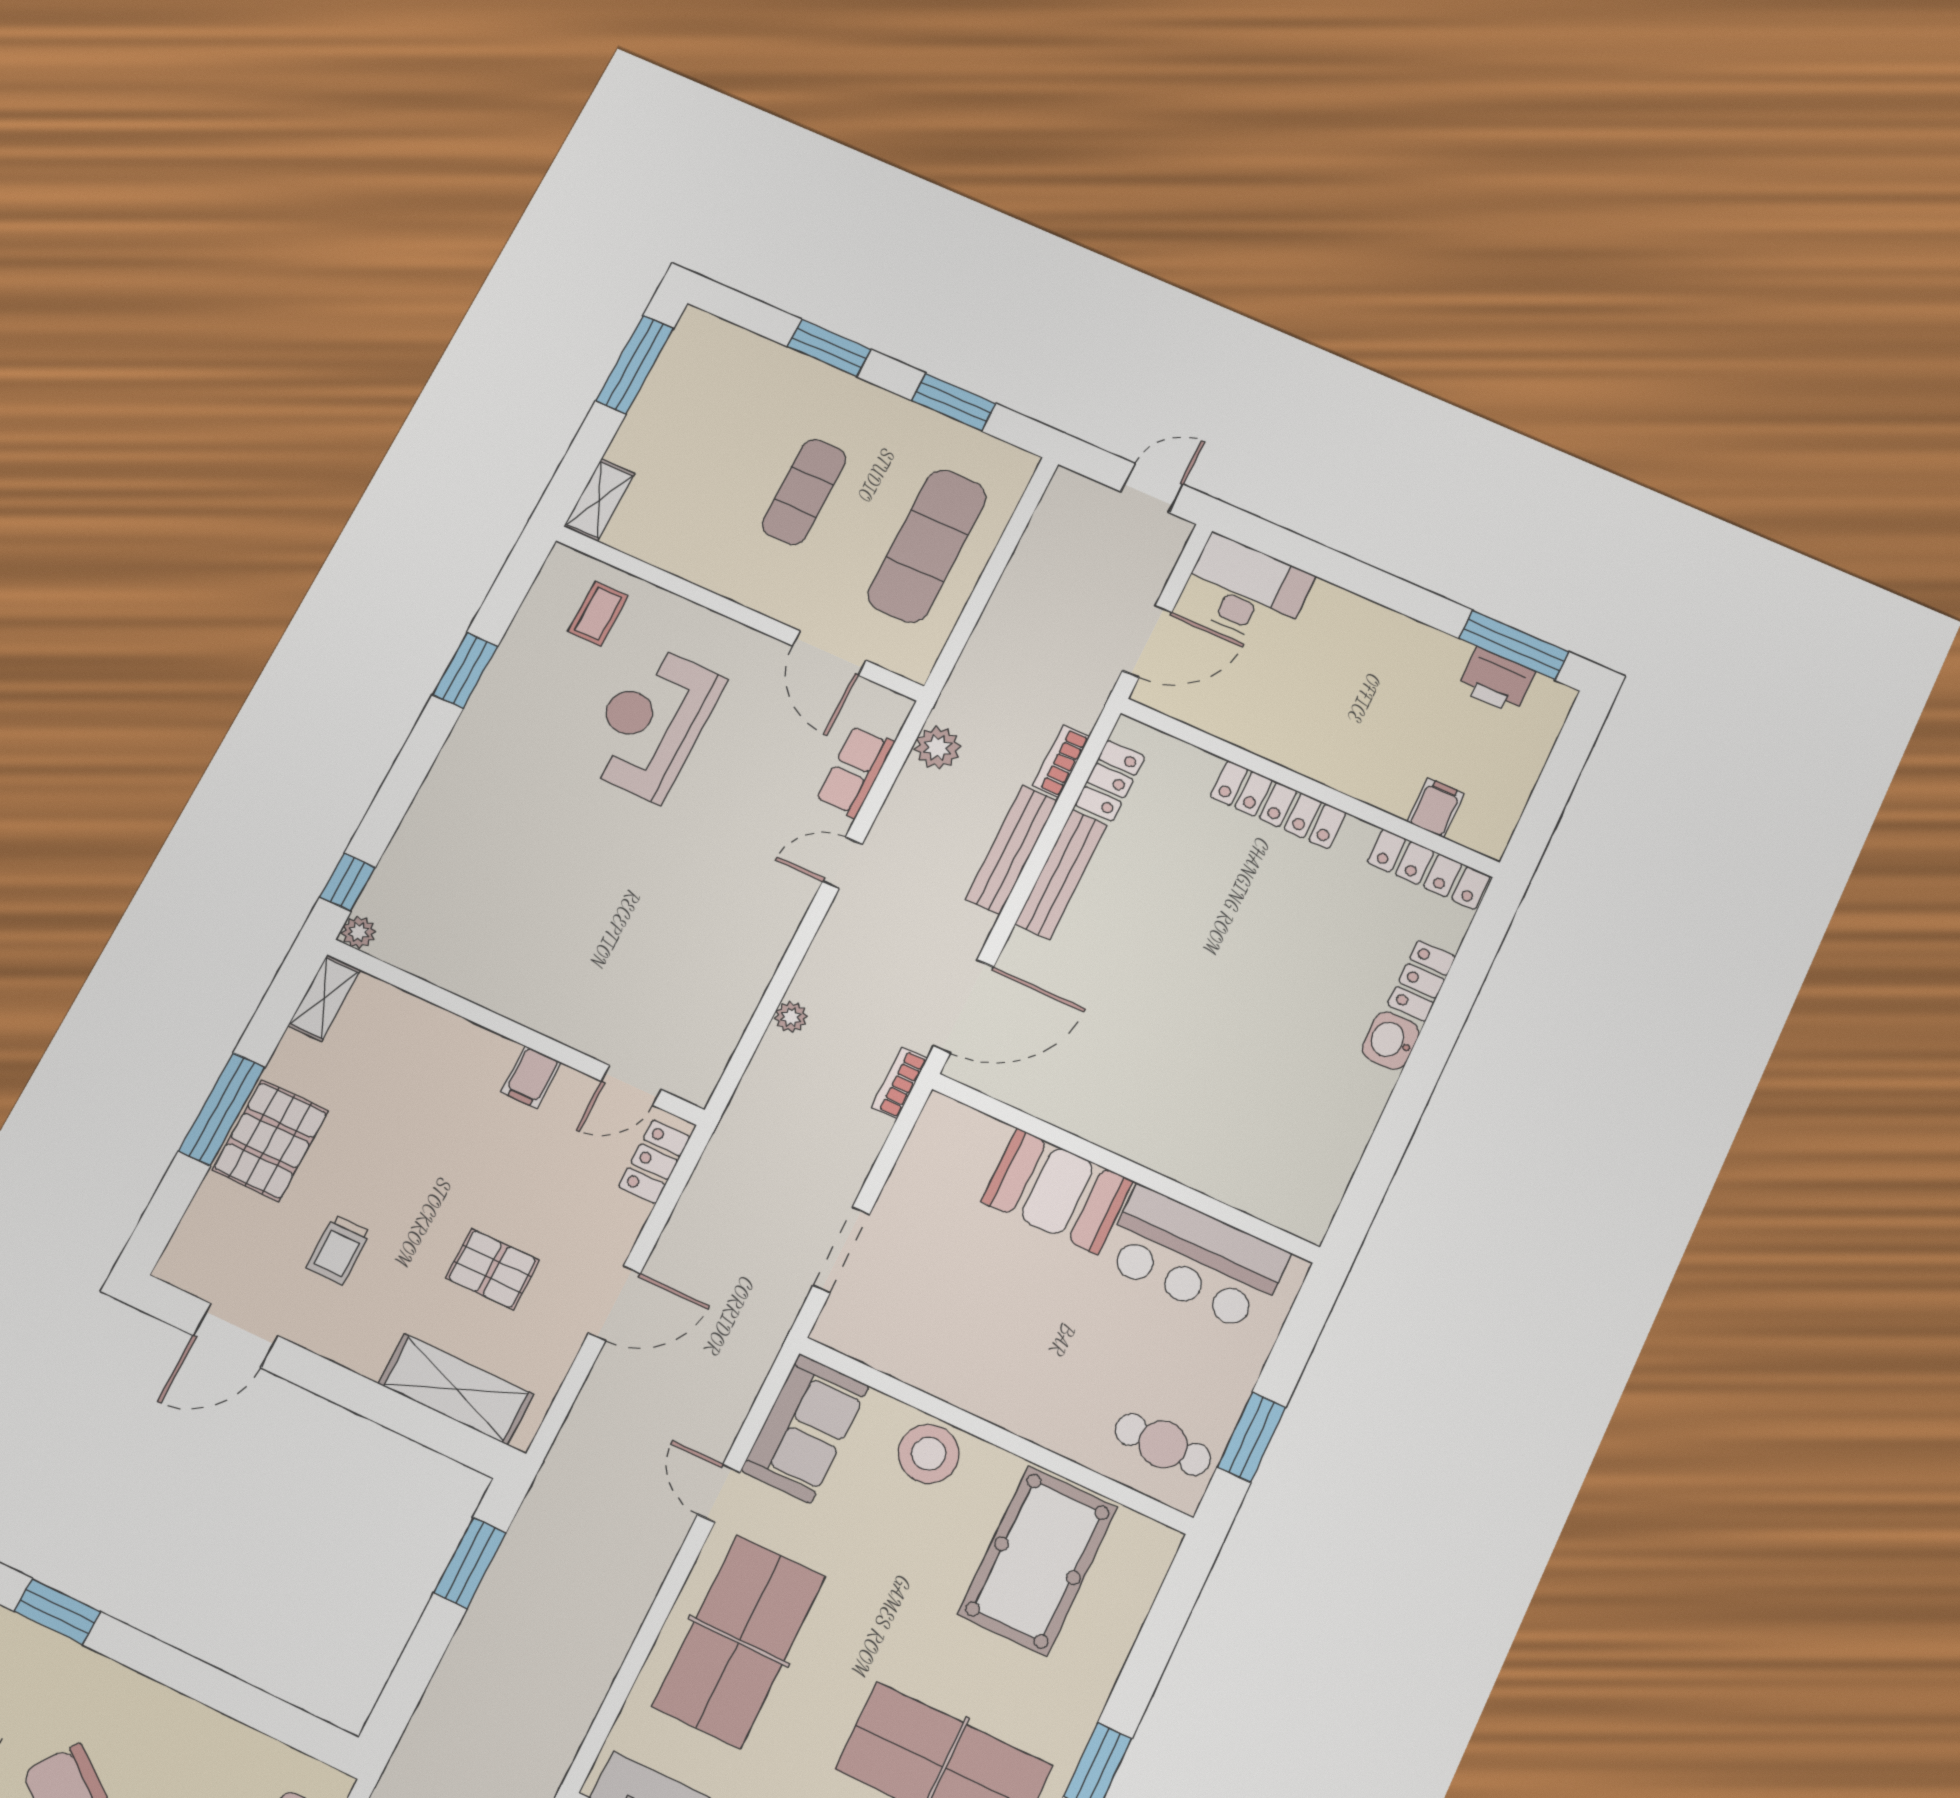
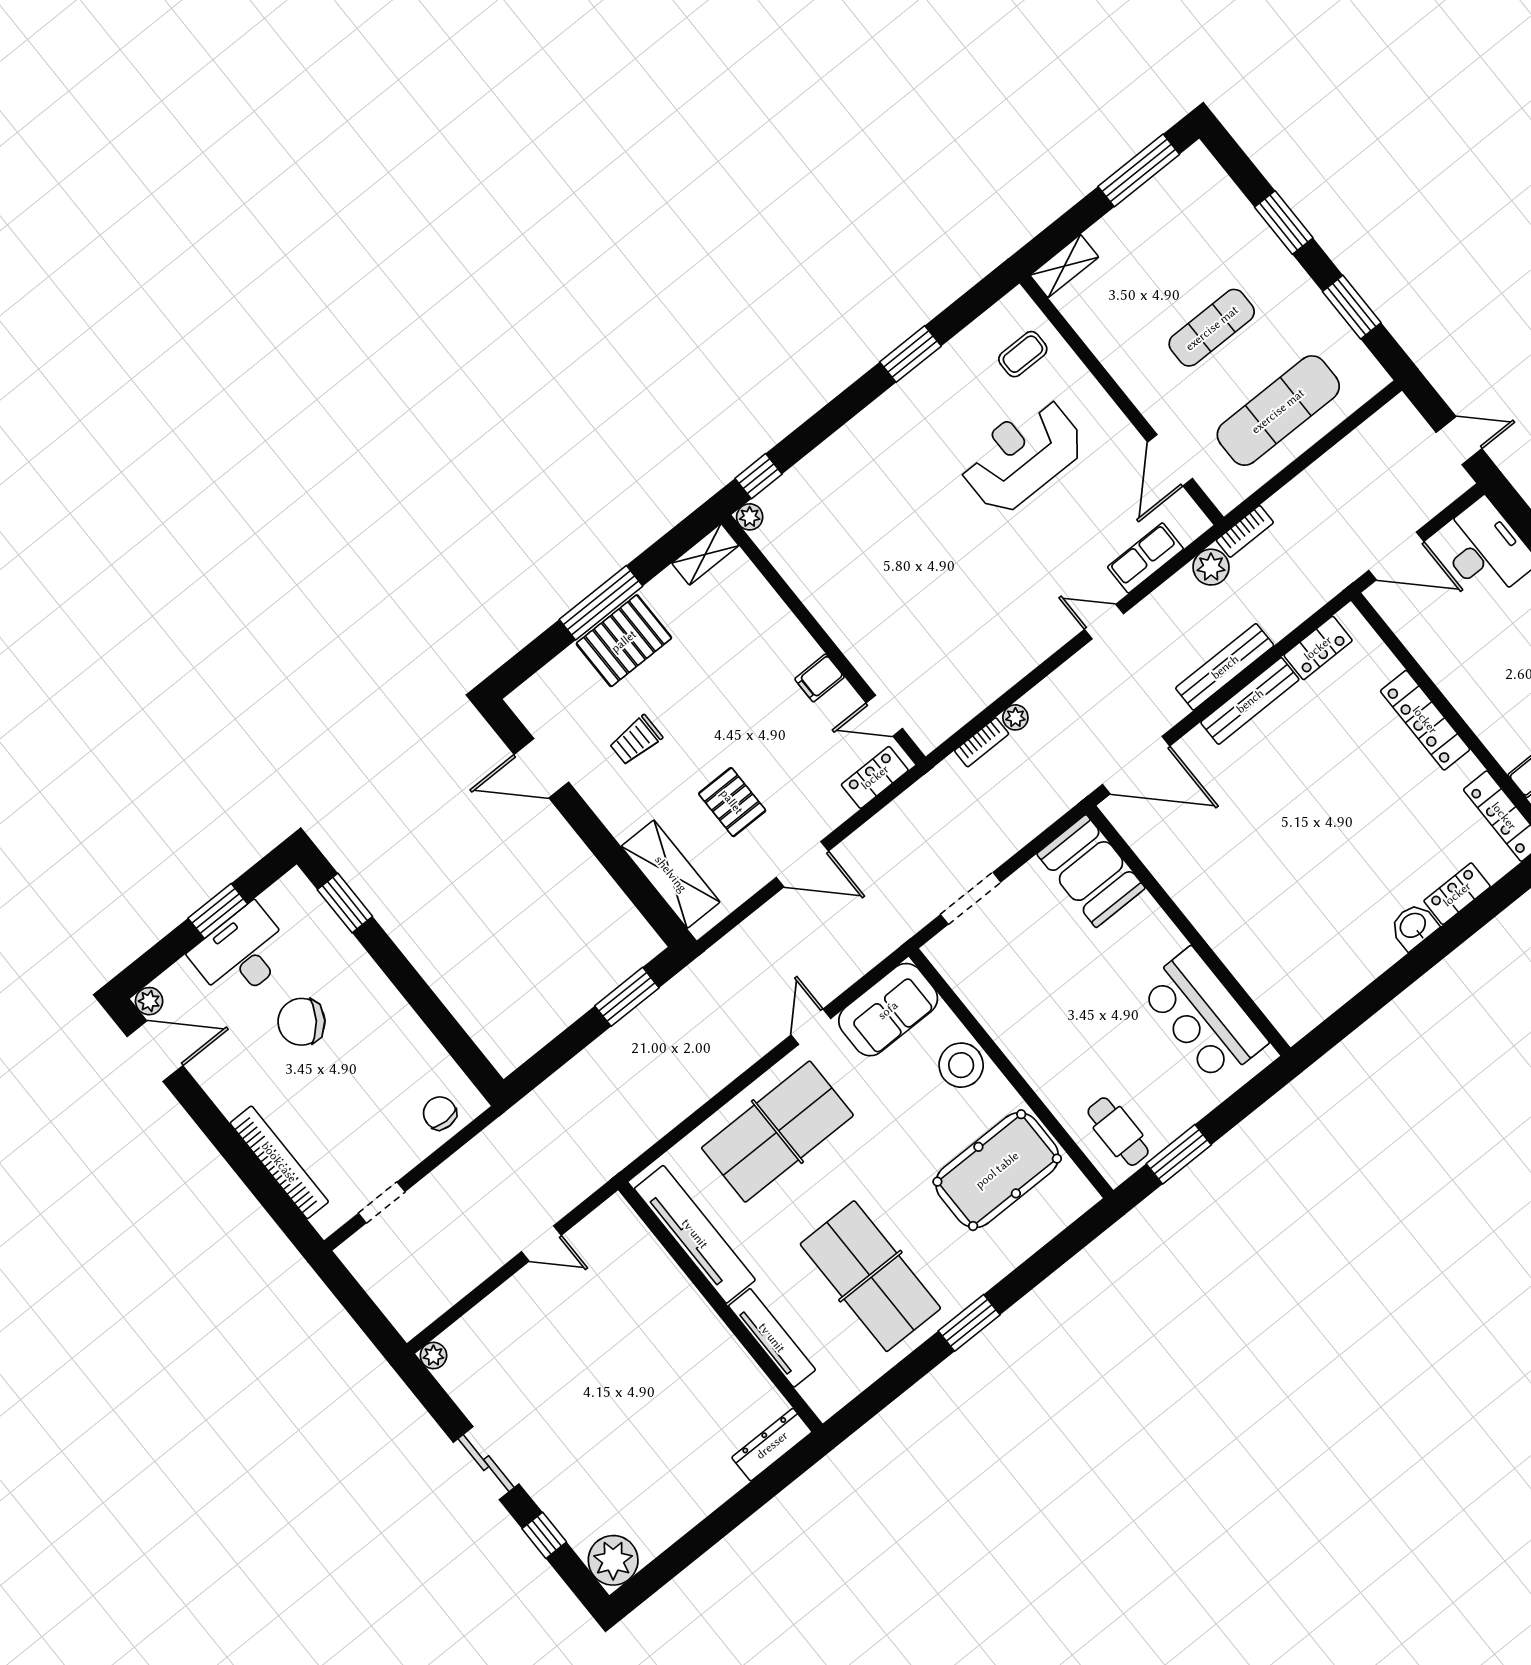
bookcase: (1061, 761) -> (1245, 531), moved, turned 180
bookcase: (899, 1083) -> (982, 742), moved, turned 180
booth: (1057, 1191) -> (1091, 871), moved

